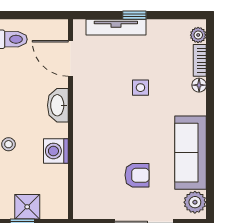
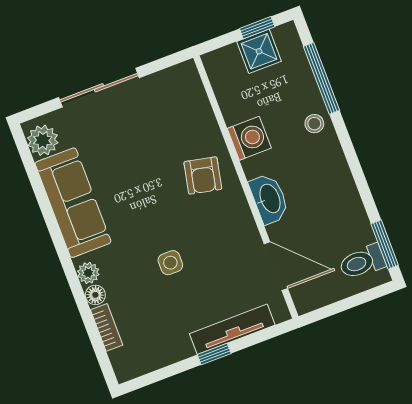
plant: (198, 35) -> (88, 273), moved
armchair: (137, 175) -> (203, 176), moved, turned -78

